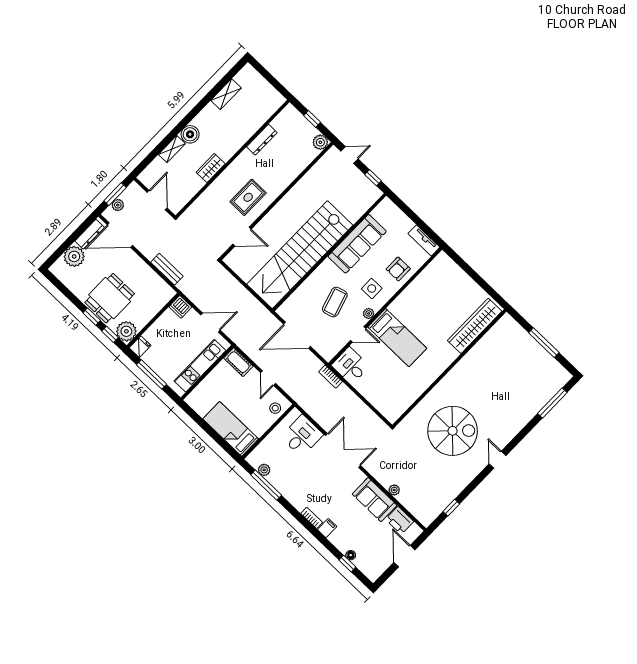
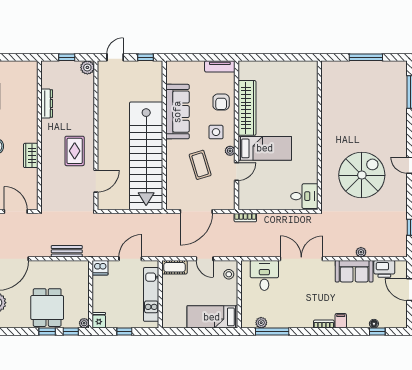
wardrobe: (475, 326) -> (247, 108), moved, turned 180
plant: (126, 331) -> (84, 323), width x0.53, depth x0.53
desk: (350, 366) -> (304, 196), moved, turned 180
window: (152, 374) -> (124, 331), width x0.46

